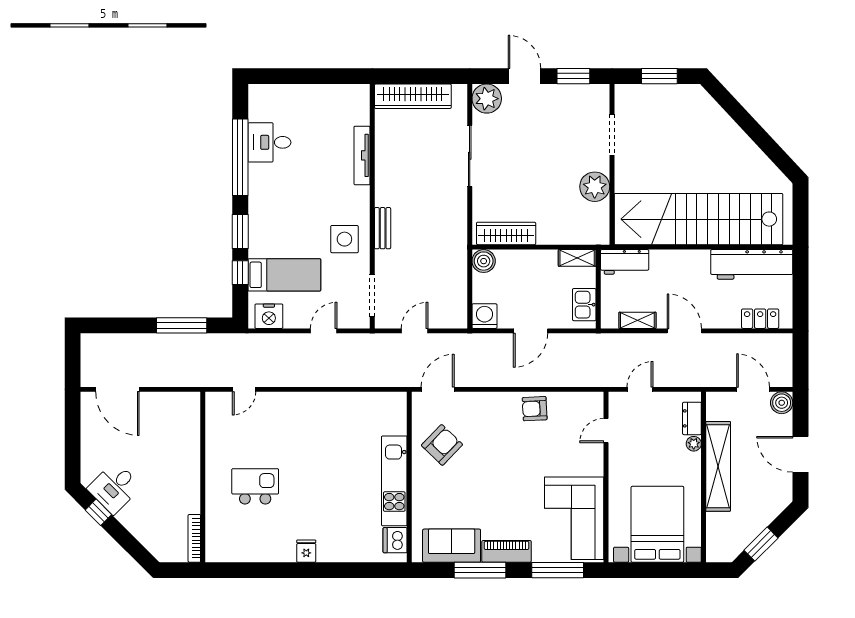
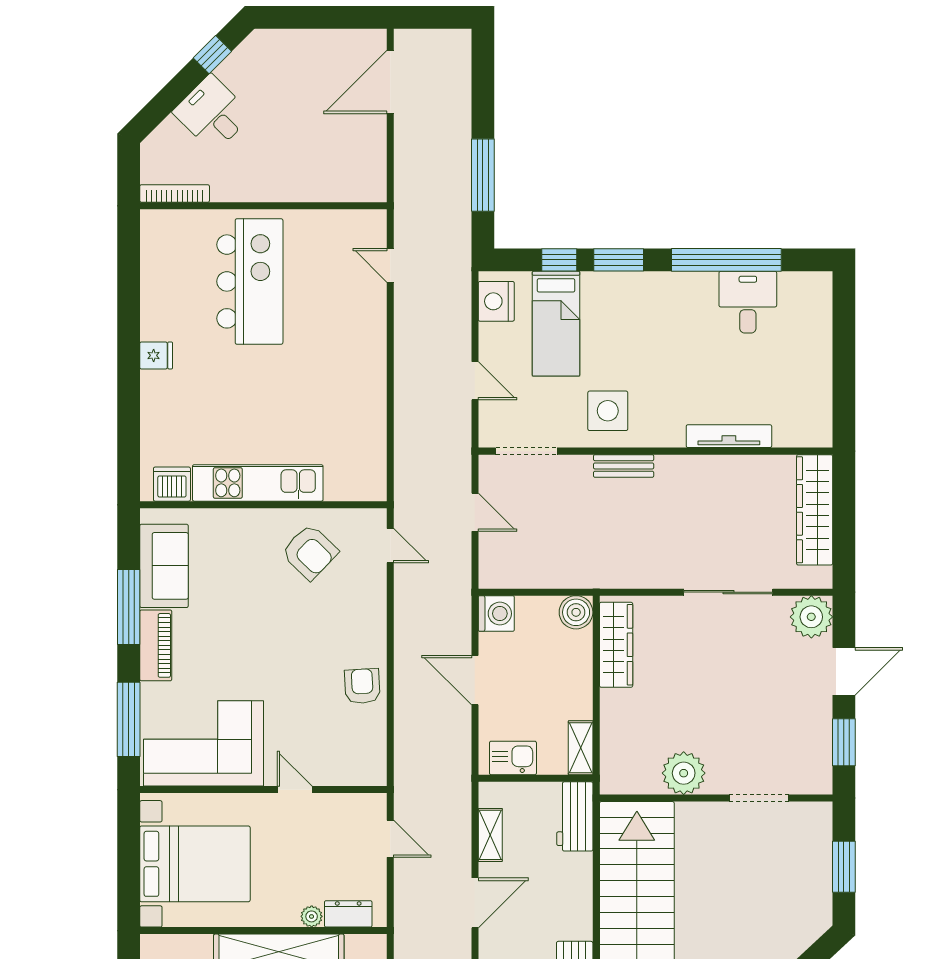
door: (438, 389) -> (390, 546), width x0.73
door: (606, 431) -> (295, 790), moved
kitchen island: (255, 486) -> (250, 281), width x1.87, depth x1.28
desk: (114, 488) -> (212, 113), moved

